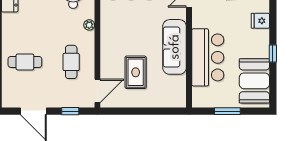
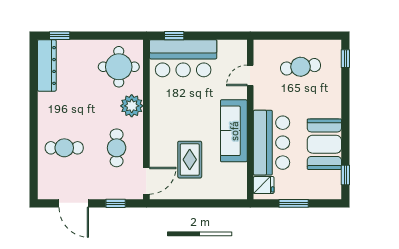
fridge: (260, 21) -> (264, 185), moved, turned 180
plant: (89, 25) -> (132, 106), width x1.87, depth x1.87
window: (273, 53) -> (345, 175), moved
booth: (254, 81) -> (324, 144), moved

